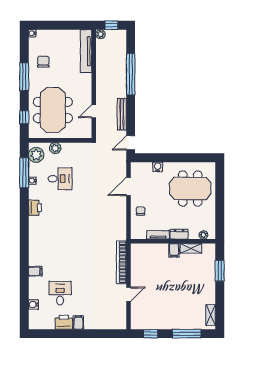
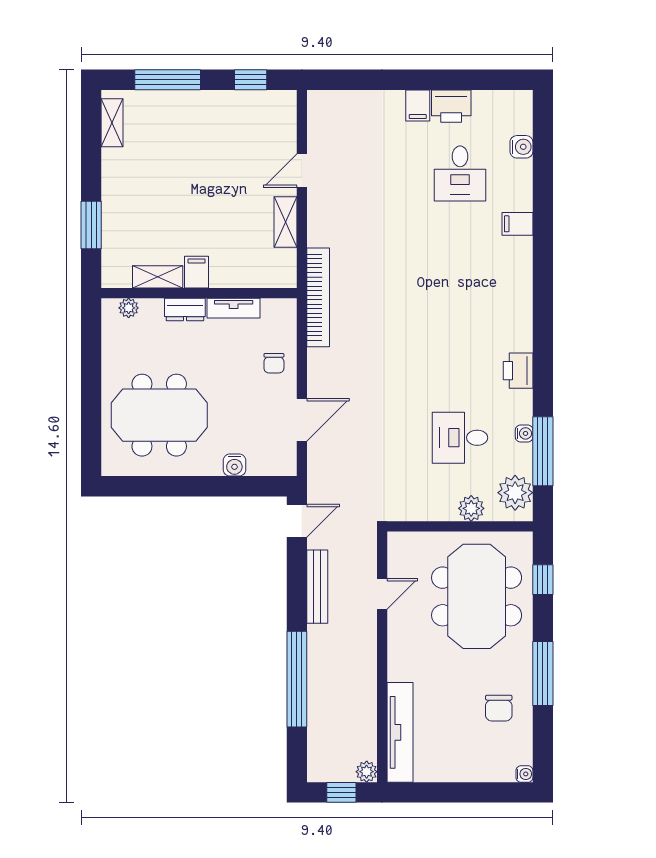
bookcase: (121, 262) -> (318, 297), moved
shelving: (136, 272) -> (285, 222), added

